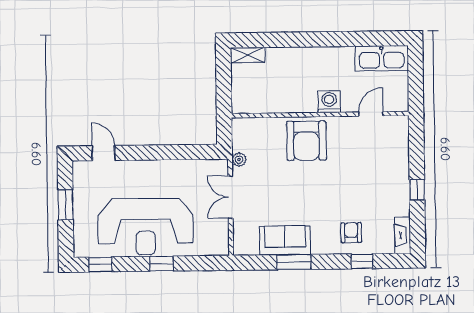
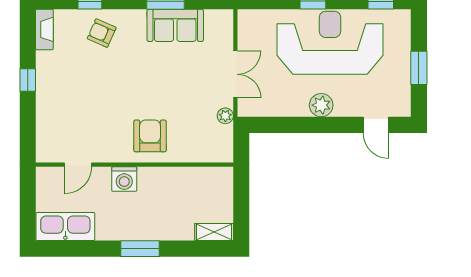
window: (314, 39) -> (140, 249), added
armchair: (306, 141) -> (150, 136), width x0.73, depth x0.73
plant: (153, 170) -> (321, 105), added
armchair: (351, 233) -> (102, 33), turned 114

